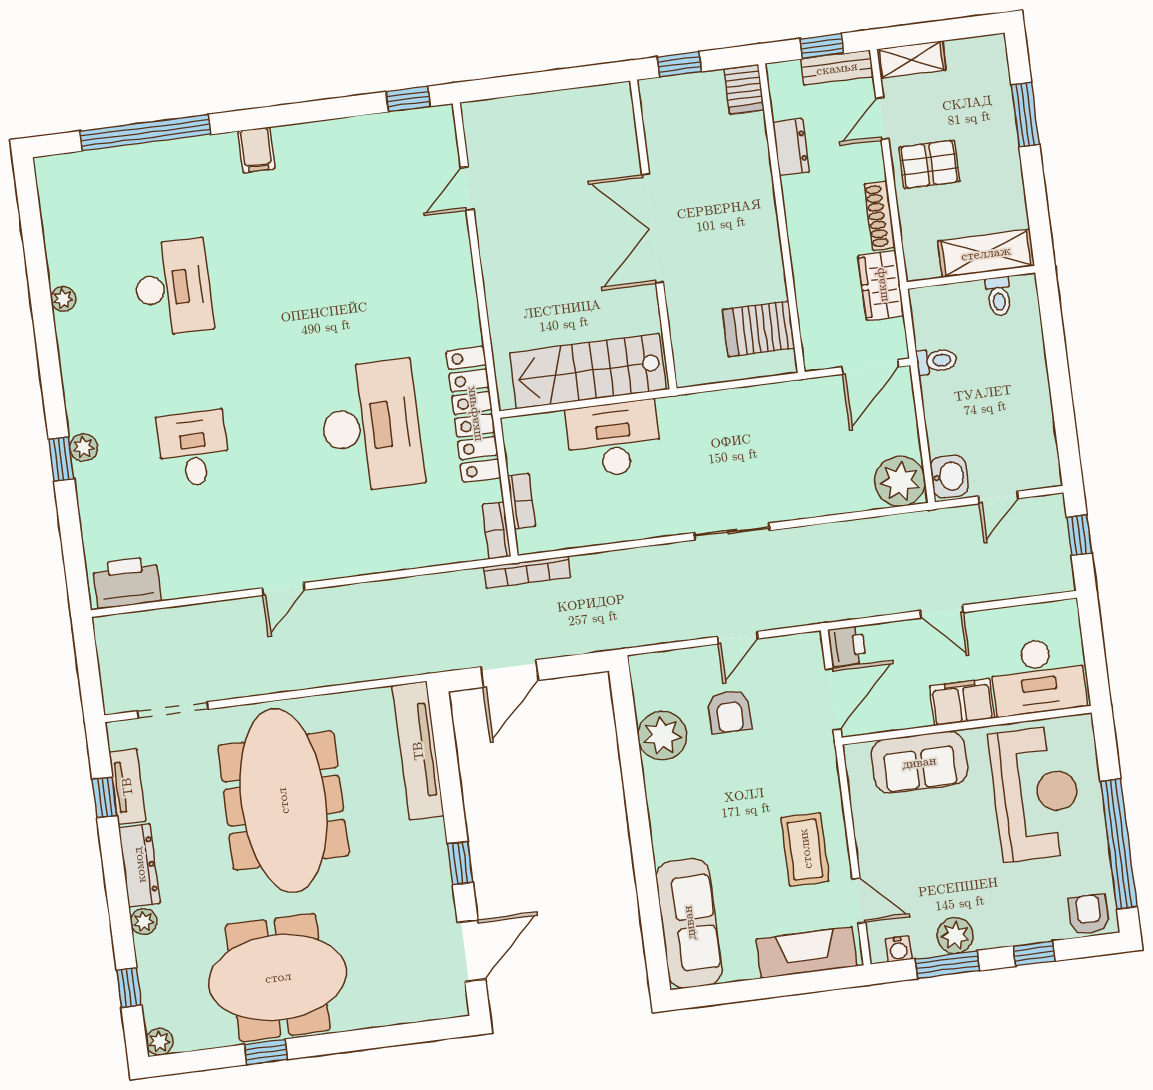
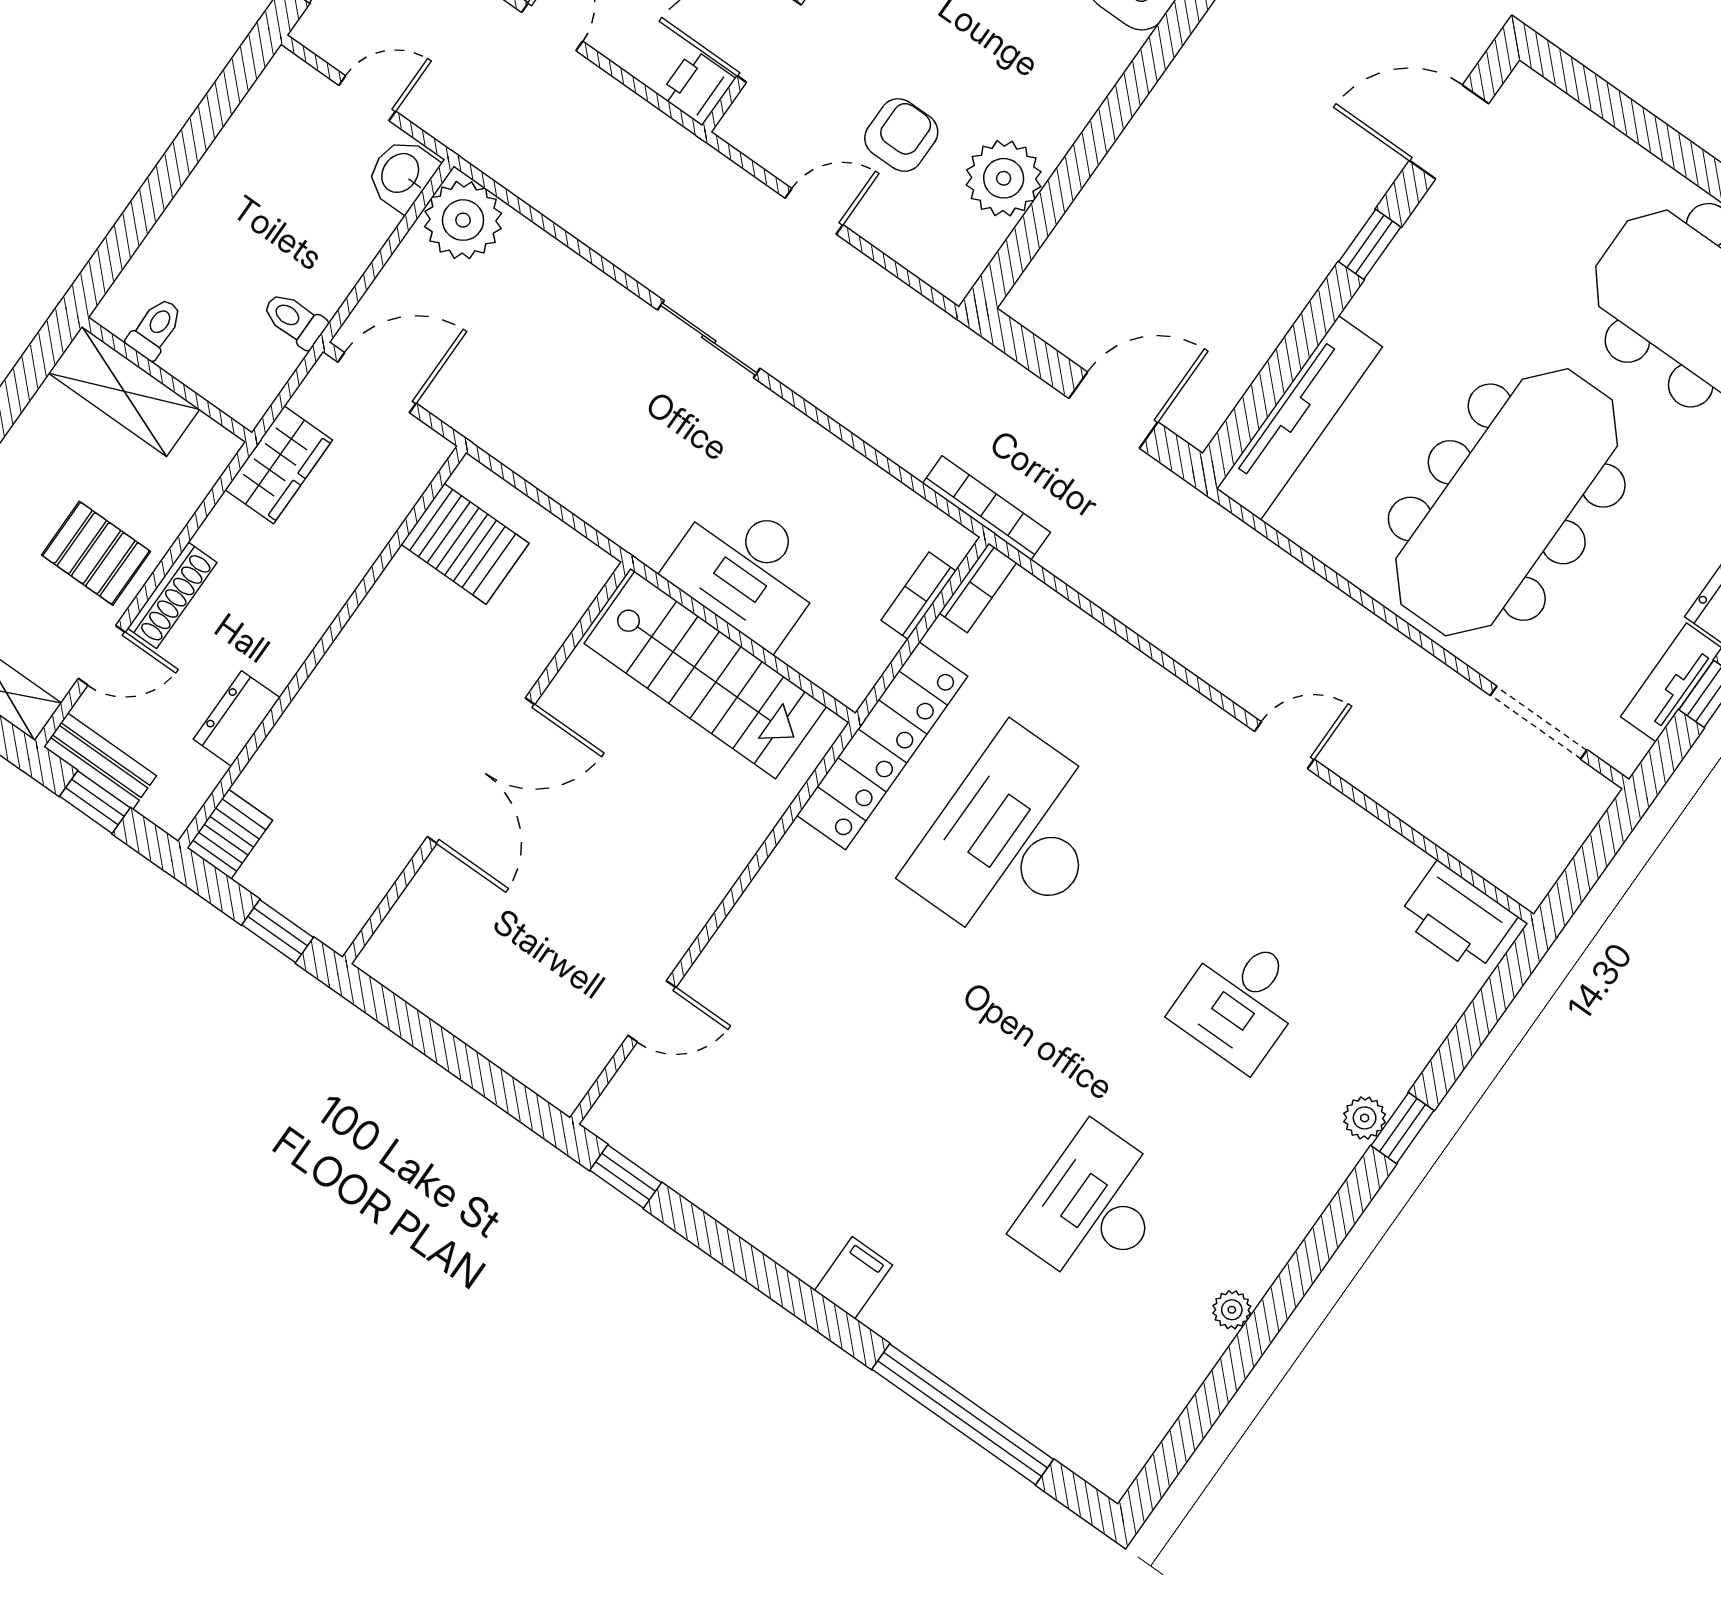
shoe rack: (880, 216) -> (172, 595), moved

